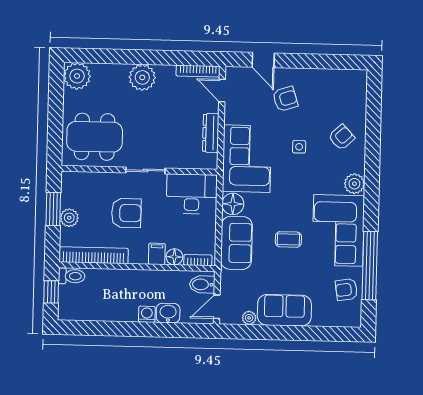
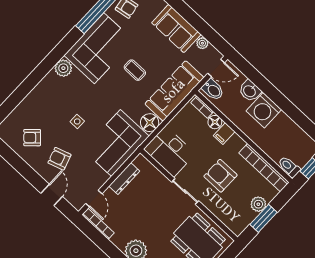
armchair: (341, 137) -> (32, 138), moved
sofa: (236, 243) -> (174, 91), width x1.36
washing machine: (147, 314) -> (264, 110), width x1.89, depth x1.89

